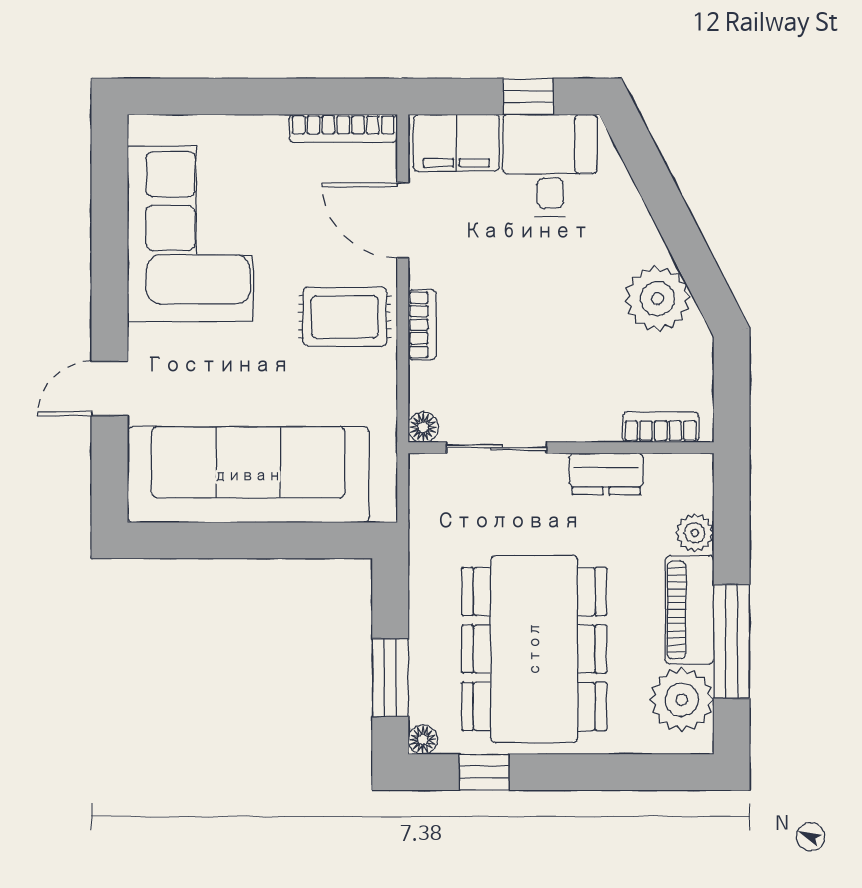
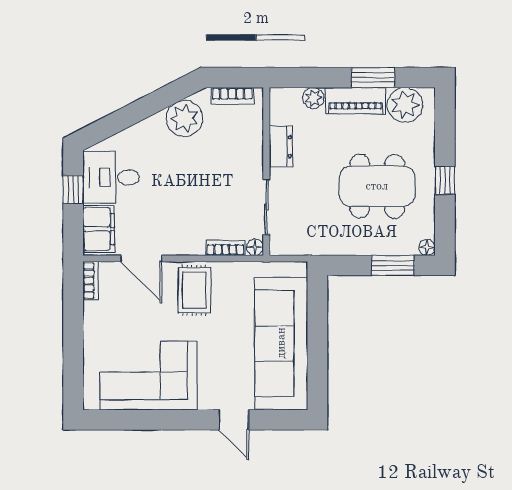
bookcase: (343, 128) -> (91, 281), width x0.64
door: (403, 220) -> (141, 258), hinge flipped
bookcase: (422, 325) -> (225, 248), moved
bookcase: (661, 427) -> (232, 96), moved, turned -90
window: (732, 641) -> (373, 78), width x0.69
dining table: (534, 649) -> (377, 186), width x0.73, depth x0.80
window: (484, 772) -> (445, 180), moved

